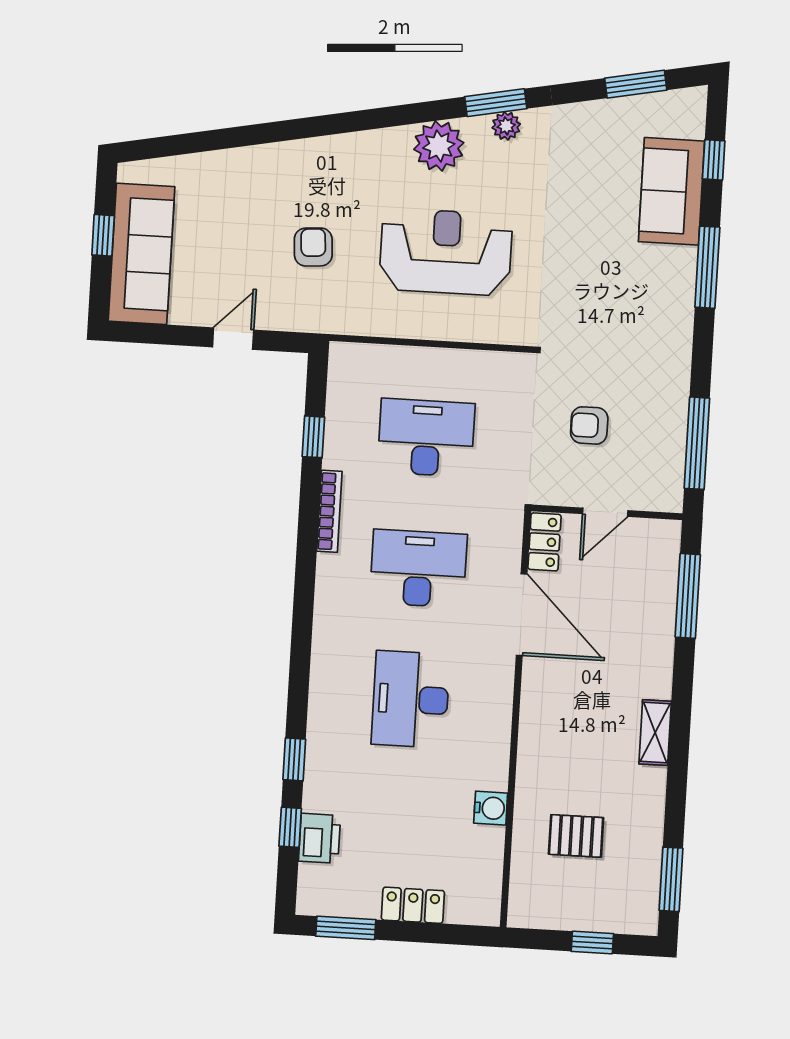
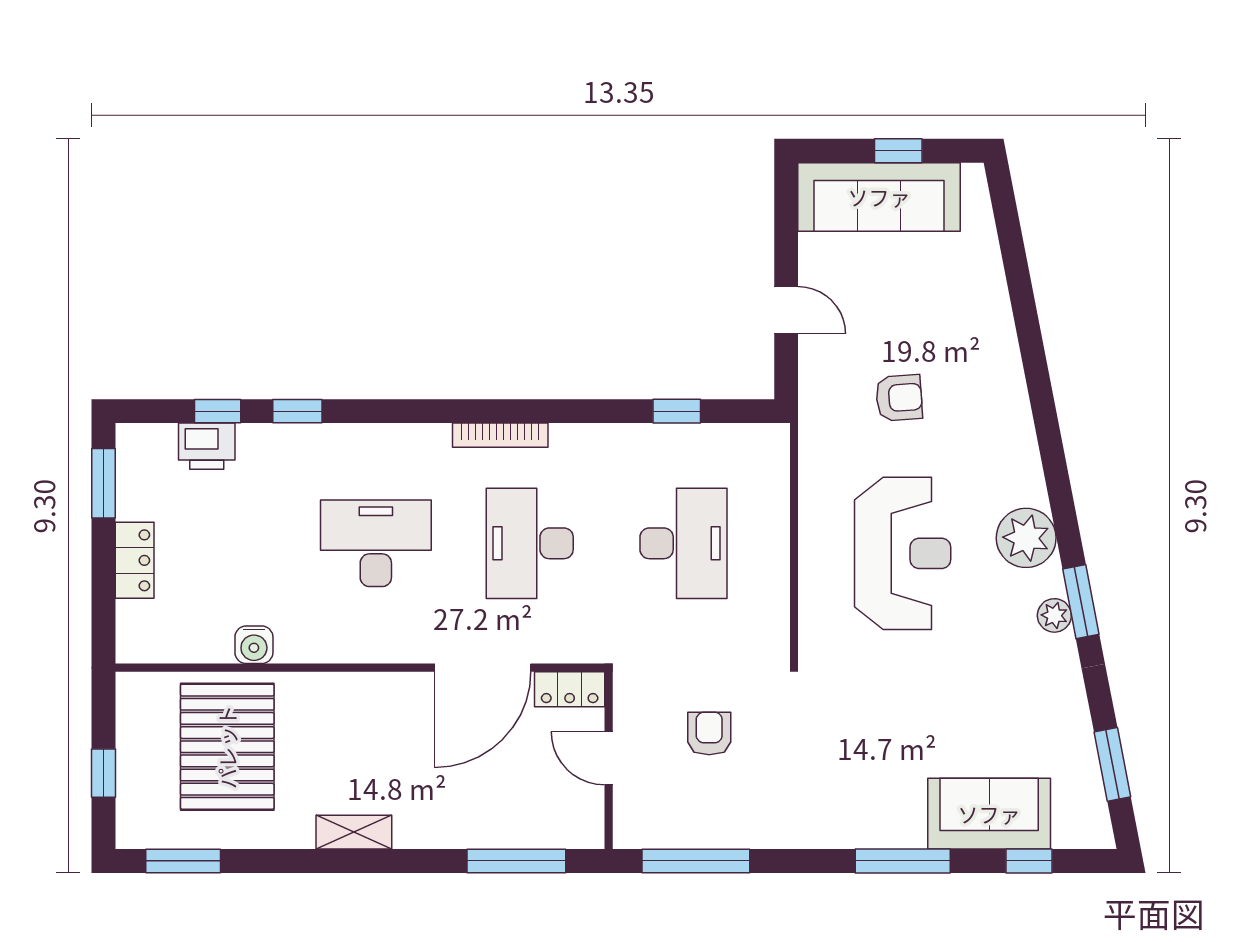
bookcase: (329, 511) -> (500, 435), moved
desk: (418, 569) -> (530, 543), turned 180
pallet: (576, 836) -> (227, 747), width x2.05, depth x2.00

